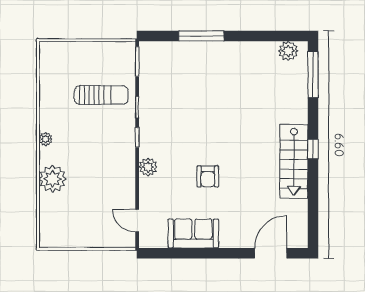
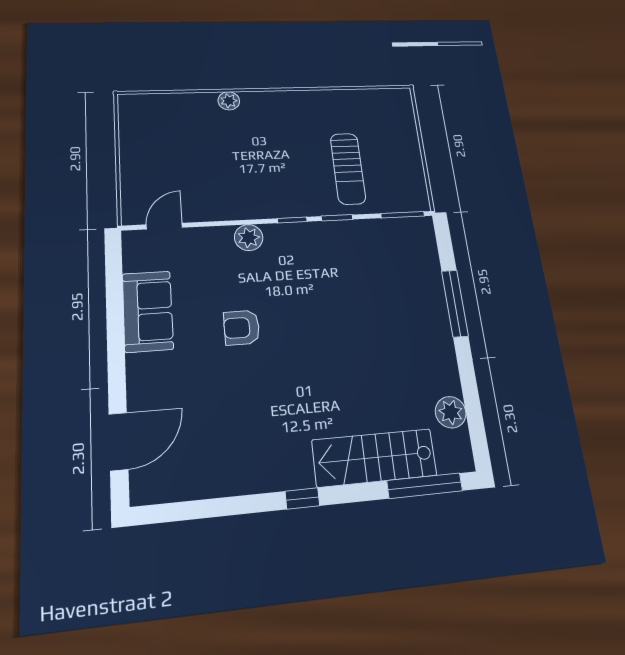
plant: (288, 51) -> (451, 412), moved
plant: (46, 139) -> (277, 99), removed
stairs: (294, 161) -> (374, 458), moved
plant: (52, 179) -> (229, 101), width x0.53, depth x0.53
door: (271, 253) -> (118, 441), hinge flipped

